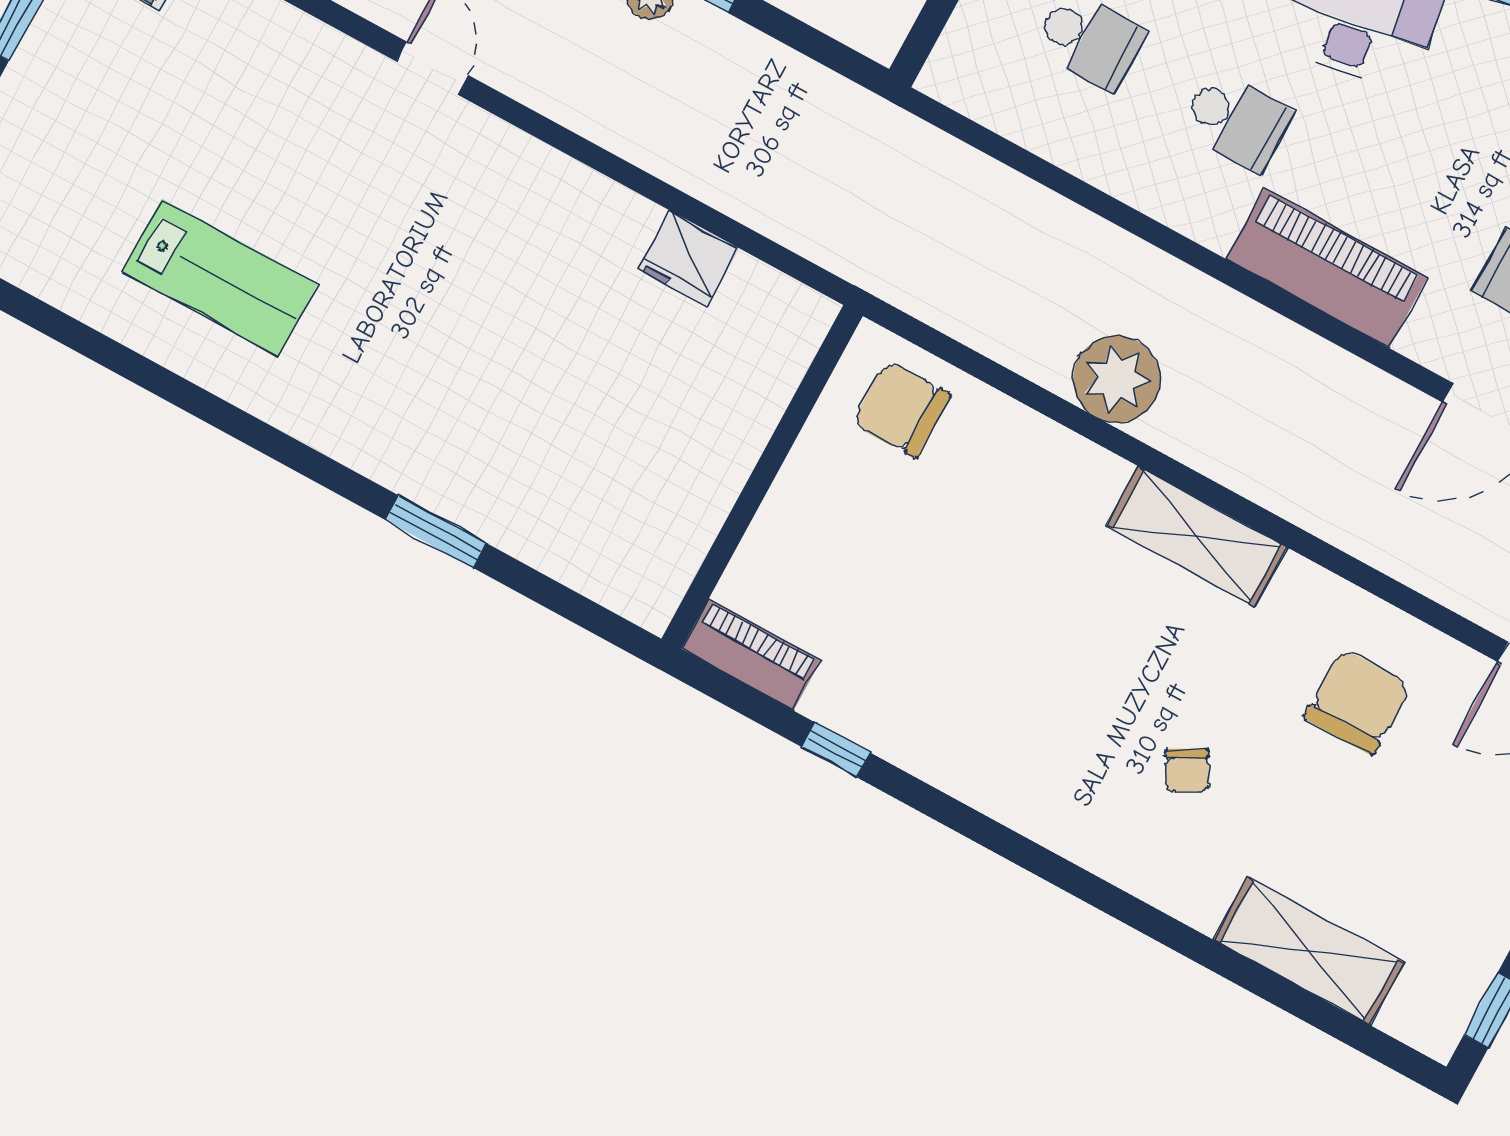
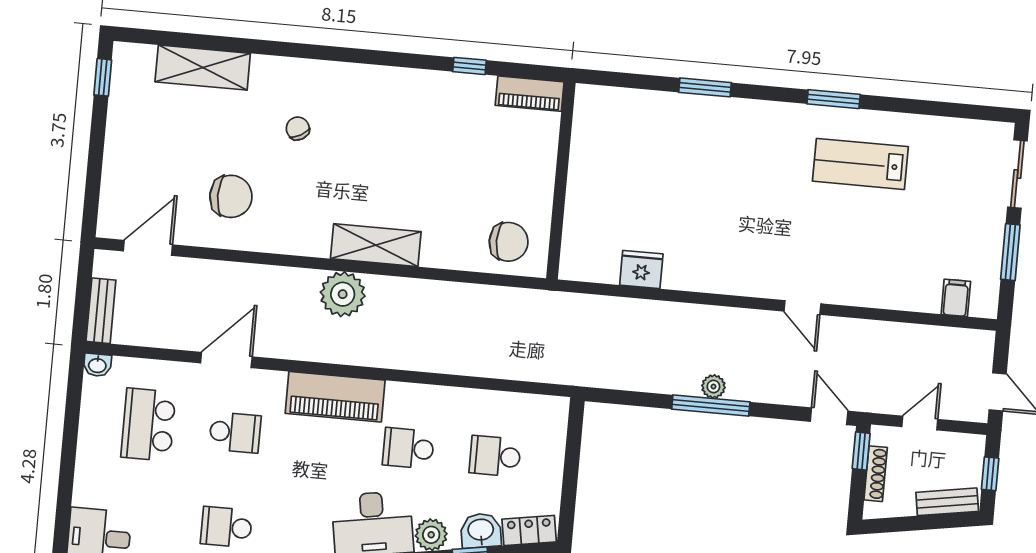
plant: (1117, 379) -> (343, 294), moved
window: (218, 413) -> (834, 99), added
shelving: (1197, 536) -> (376, 245), moved
chair: (1358, 702) -> (231, 196), turned -90

